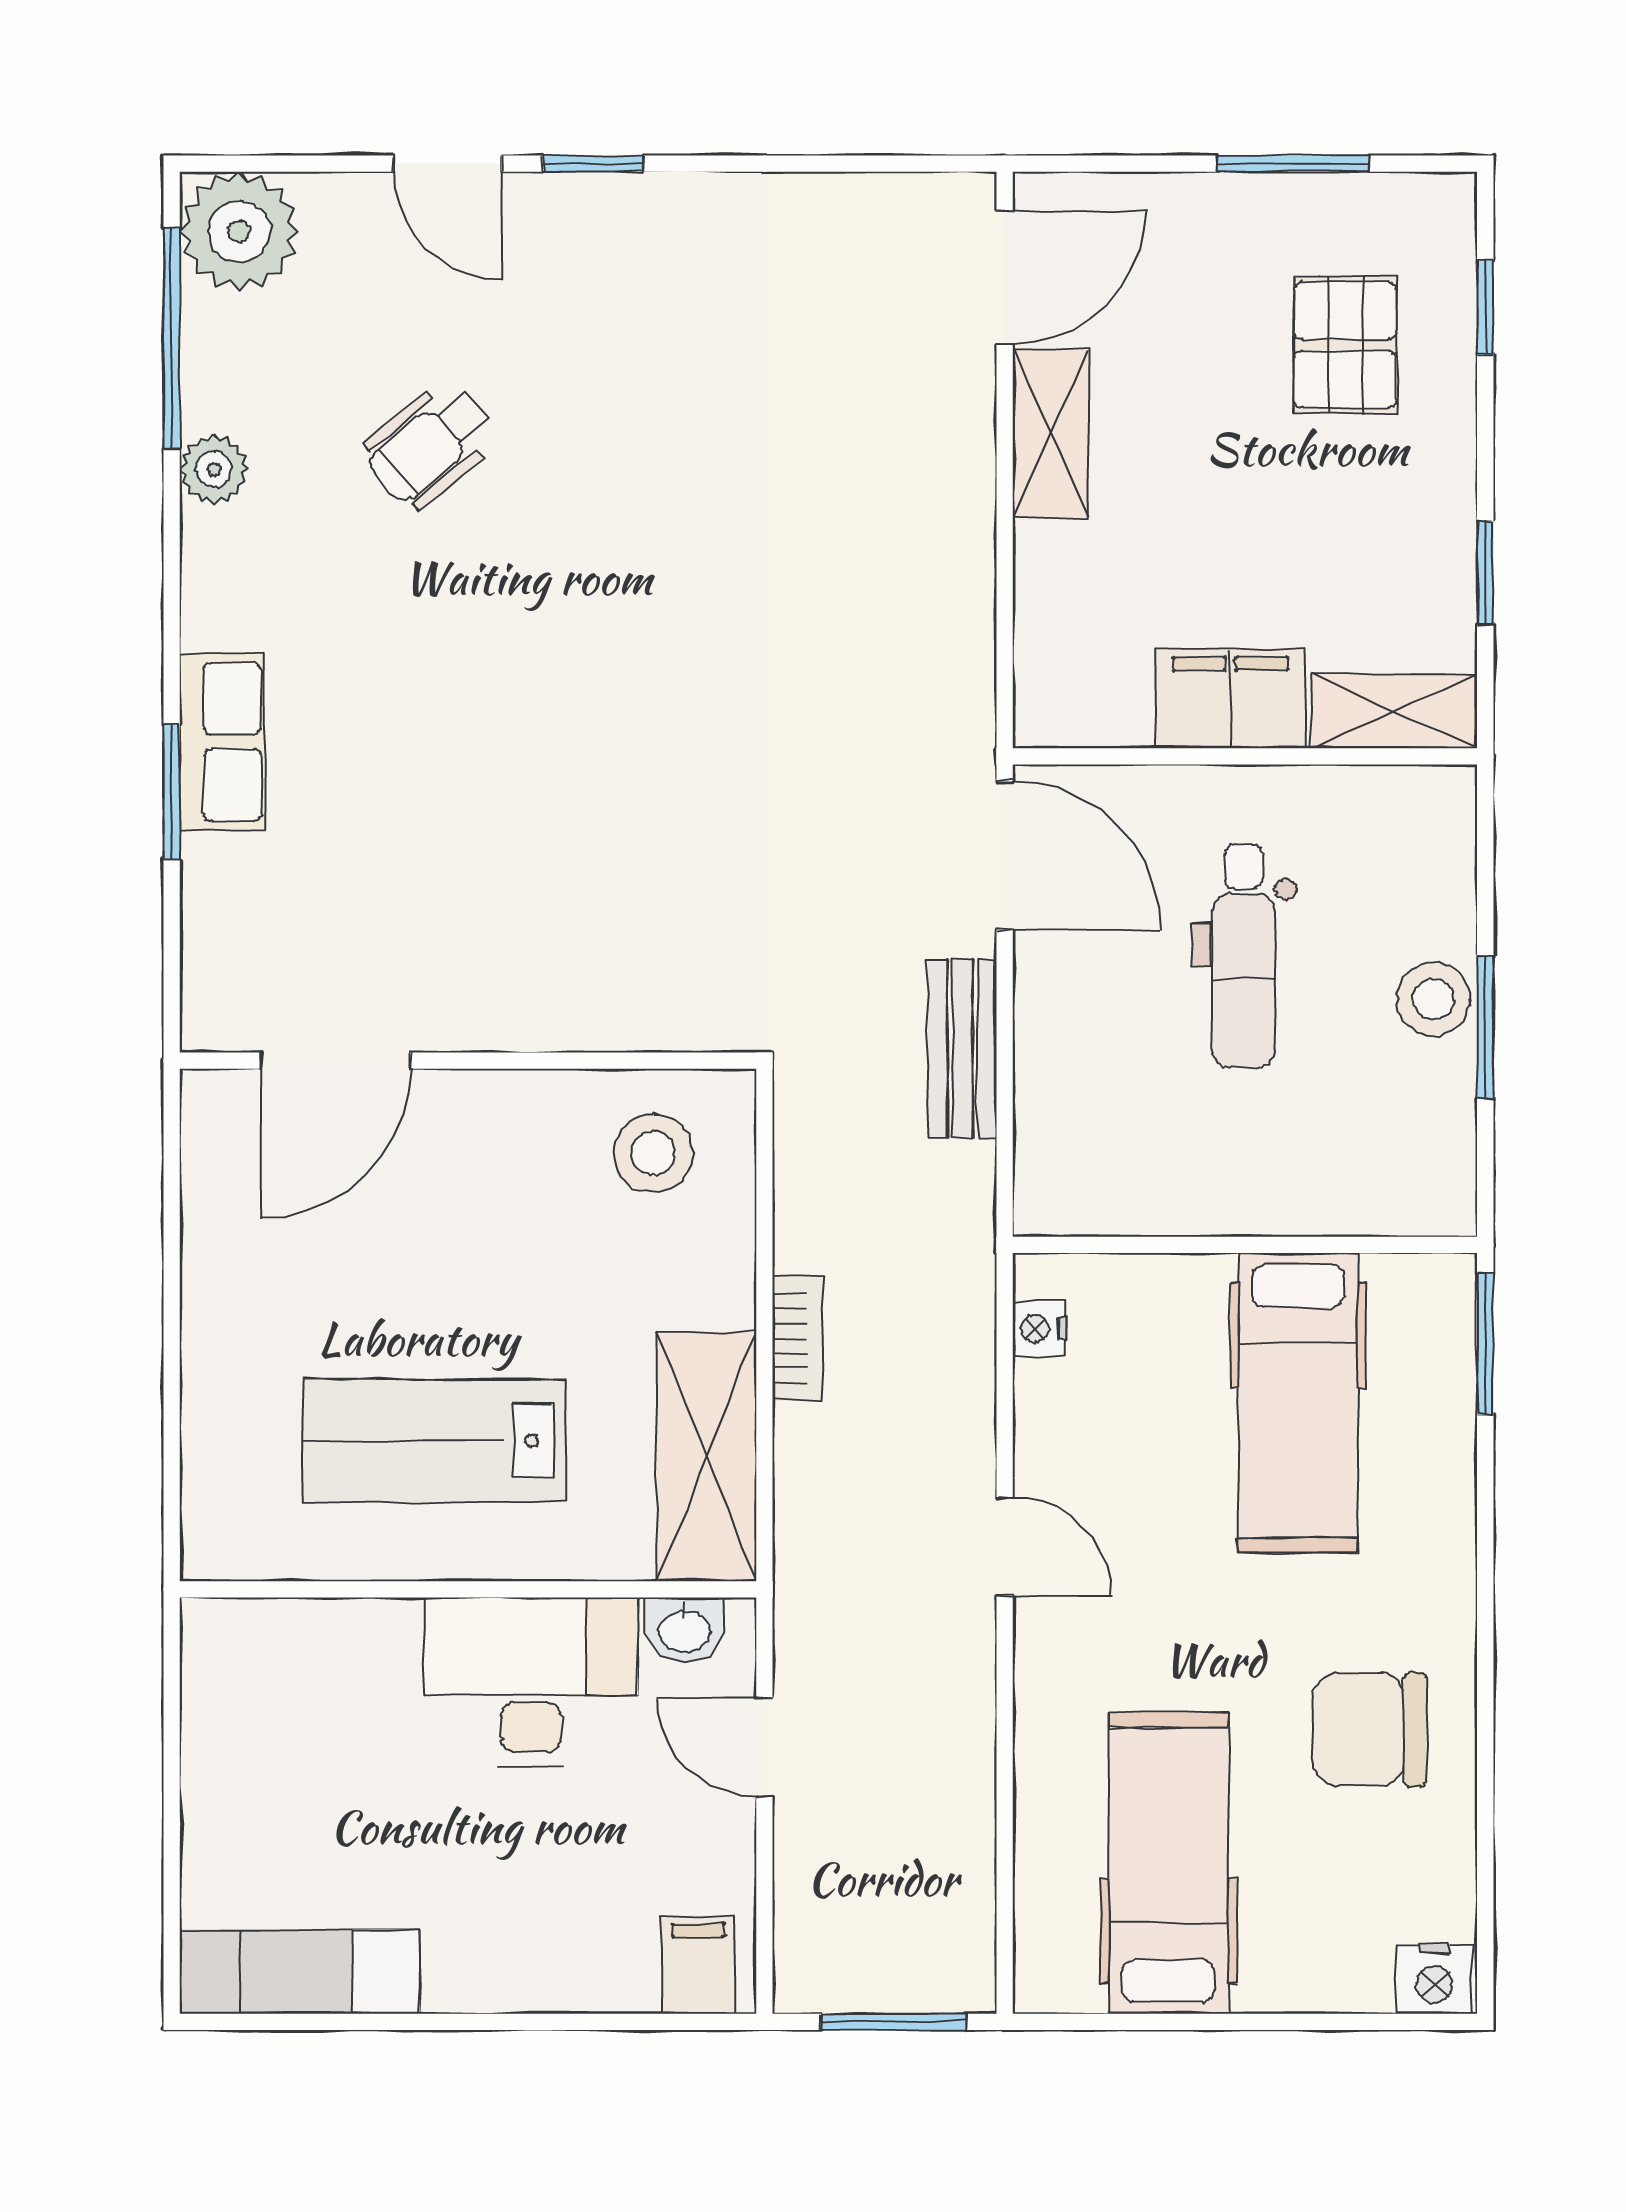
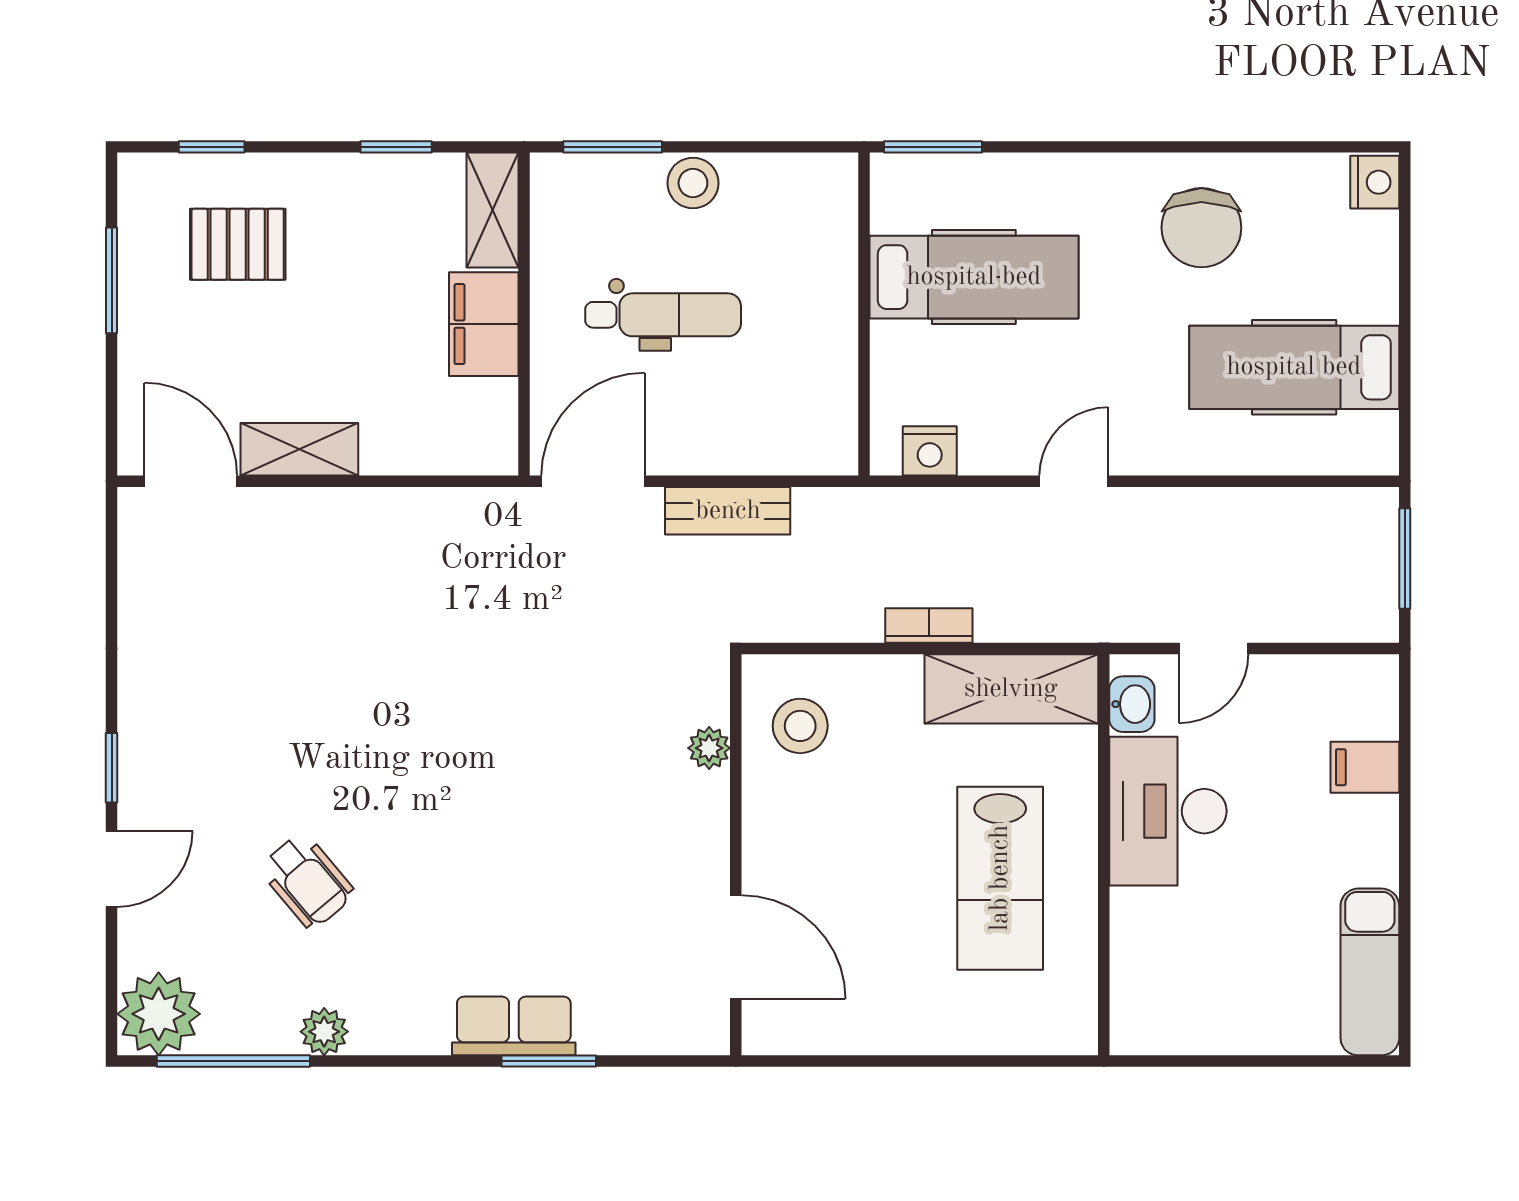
plant: (621, 1022) -> (709, 748), added
window: (1485, 1027) -> (613, 147), moved
nightstand: (1039, 1328) -> (930, 451), width x1.39, depth x1.35
filing cabinet: (698, 1965) -> (1365, 767), moved

